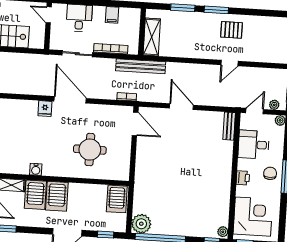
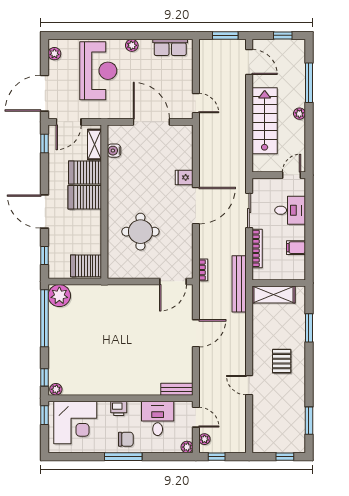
window: (216, 10) -> (309, 421), moved
pallet: (232, 30) -> (282, 361), moved
water cooler: (36, 169) -> (114, 151), moved

